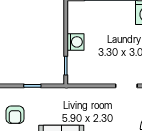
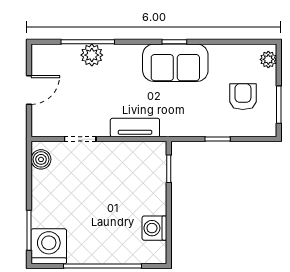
washing machine: (76, 42) -> (154, 228), moved
tv unit: (89, 94) -> (135, 128), added

